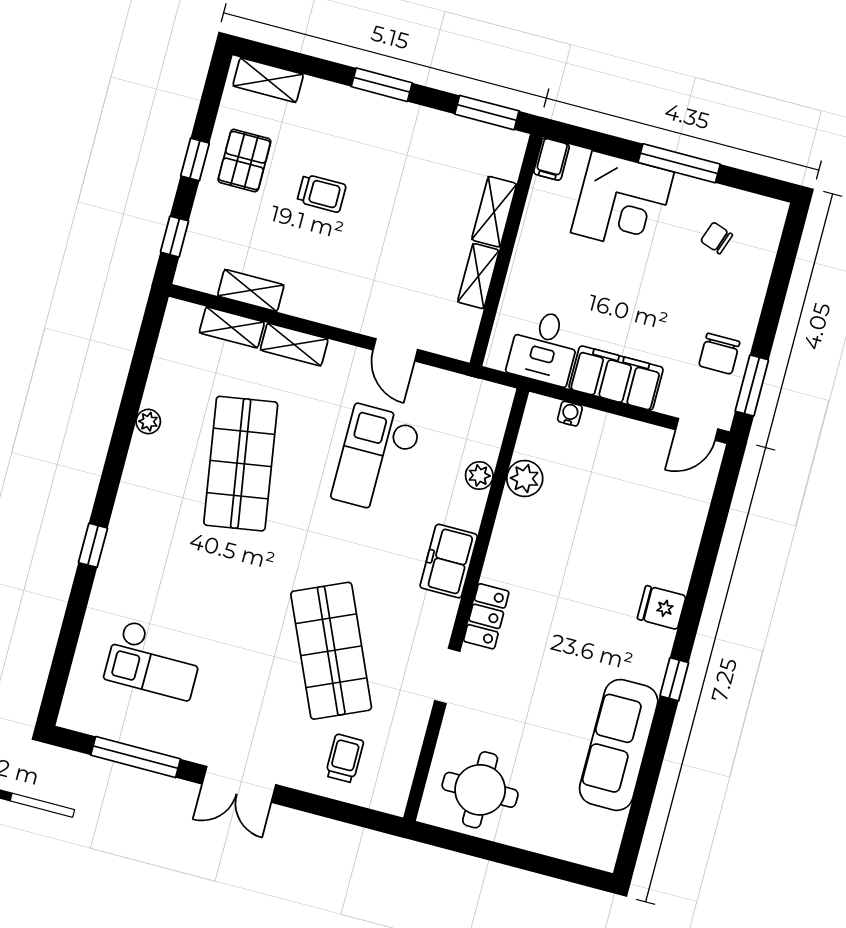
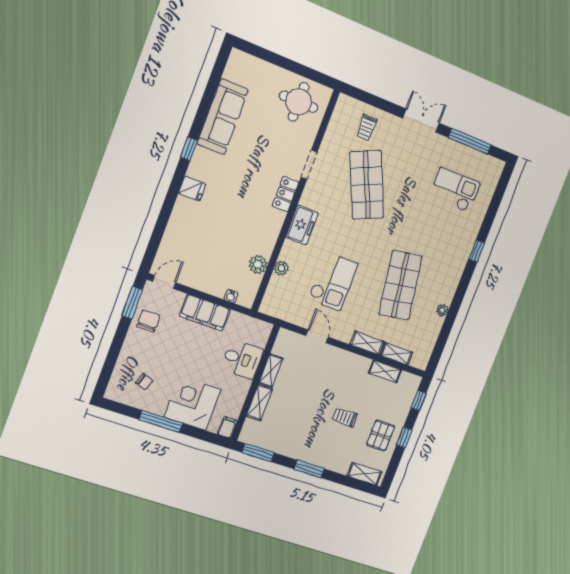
desk: (544, 347) -> (242, 359), moved, turned 90

